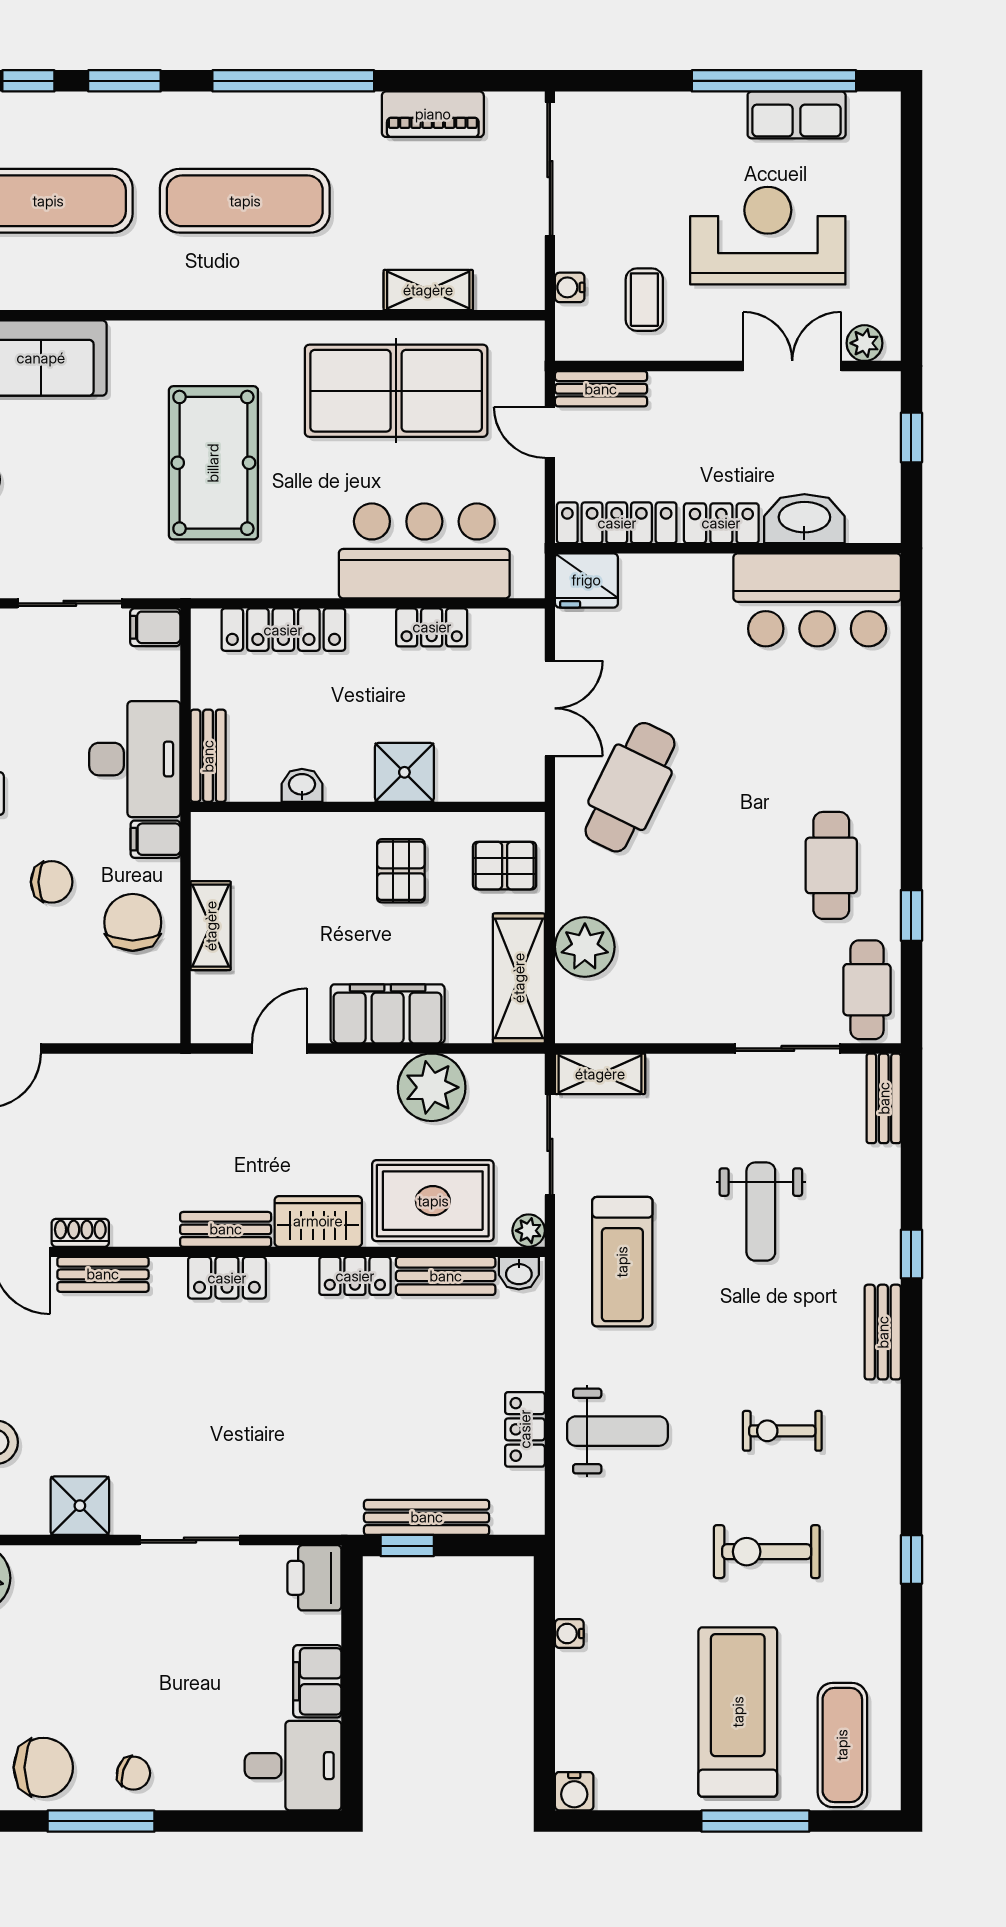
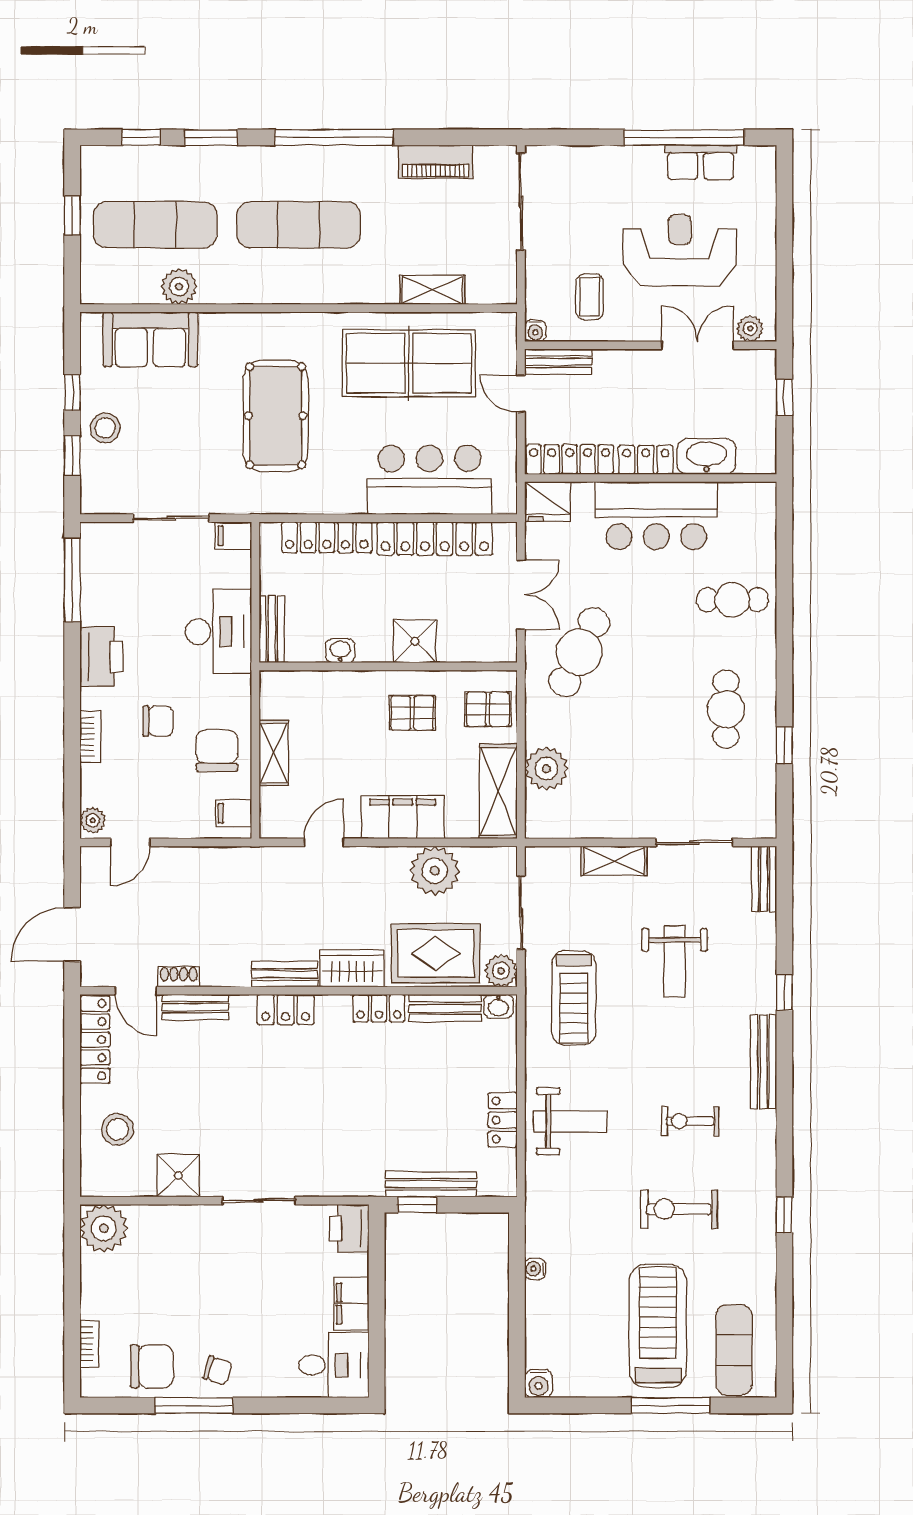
plant: (81, 286) -> (179, 287), added
water cooler: (570, 287) -> (535, 331), moved, turned -90
bar counter: (817, 600) -> (656, 516), moved
locker: (432, 627) -> (435, 539), width x2.16, depth x1.21
filing cabinet: (155, 839) -> (234, 813), moved
pallet: (401, 871) -> (412, 713), turned 90
cafe table: (867, 990) -> (732, 600), moved, turned 90
shelving: (600, 1074) -> (614, 861), moved
plant: (529, 1231) -> (501, 971), width x1.38, depth x1.38
bench: (883, 1332) -> (763, 1062), width x1.36

